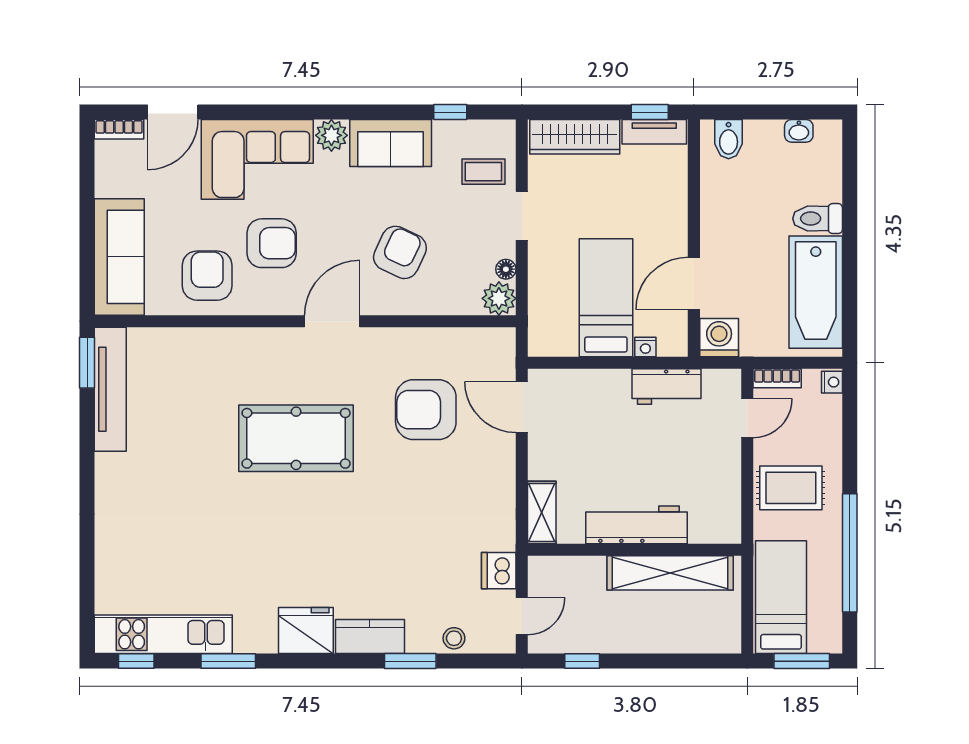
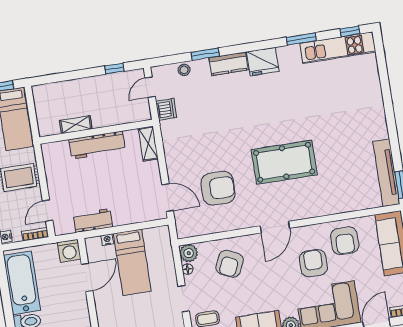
armchair: (272, 243) -> (313, 263), turned 90
armchair: (400, 252) -> (230, 264), moved
shelving: (670, 573) -> (76, 125), width x0.45, depth x0.75

